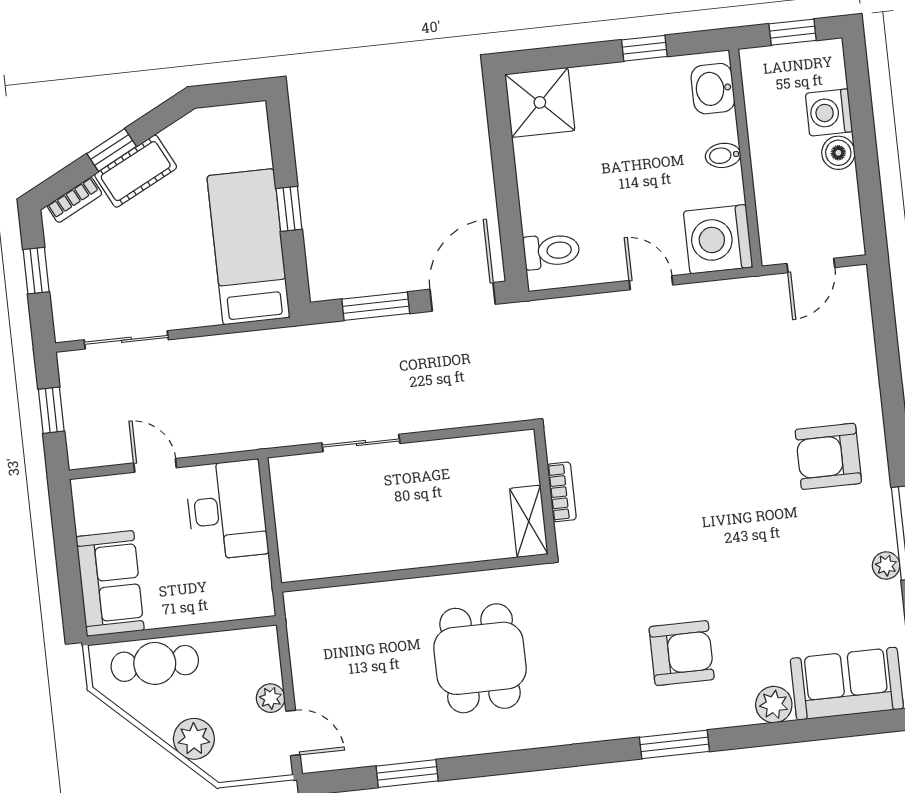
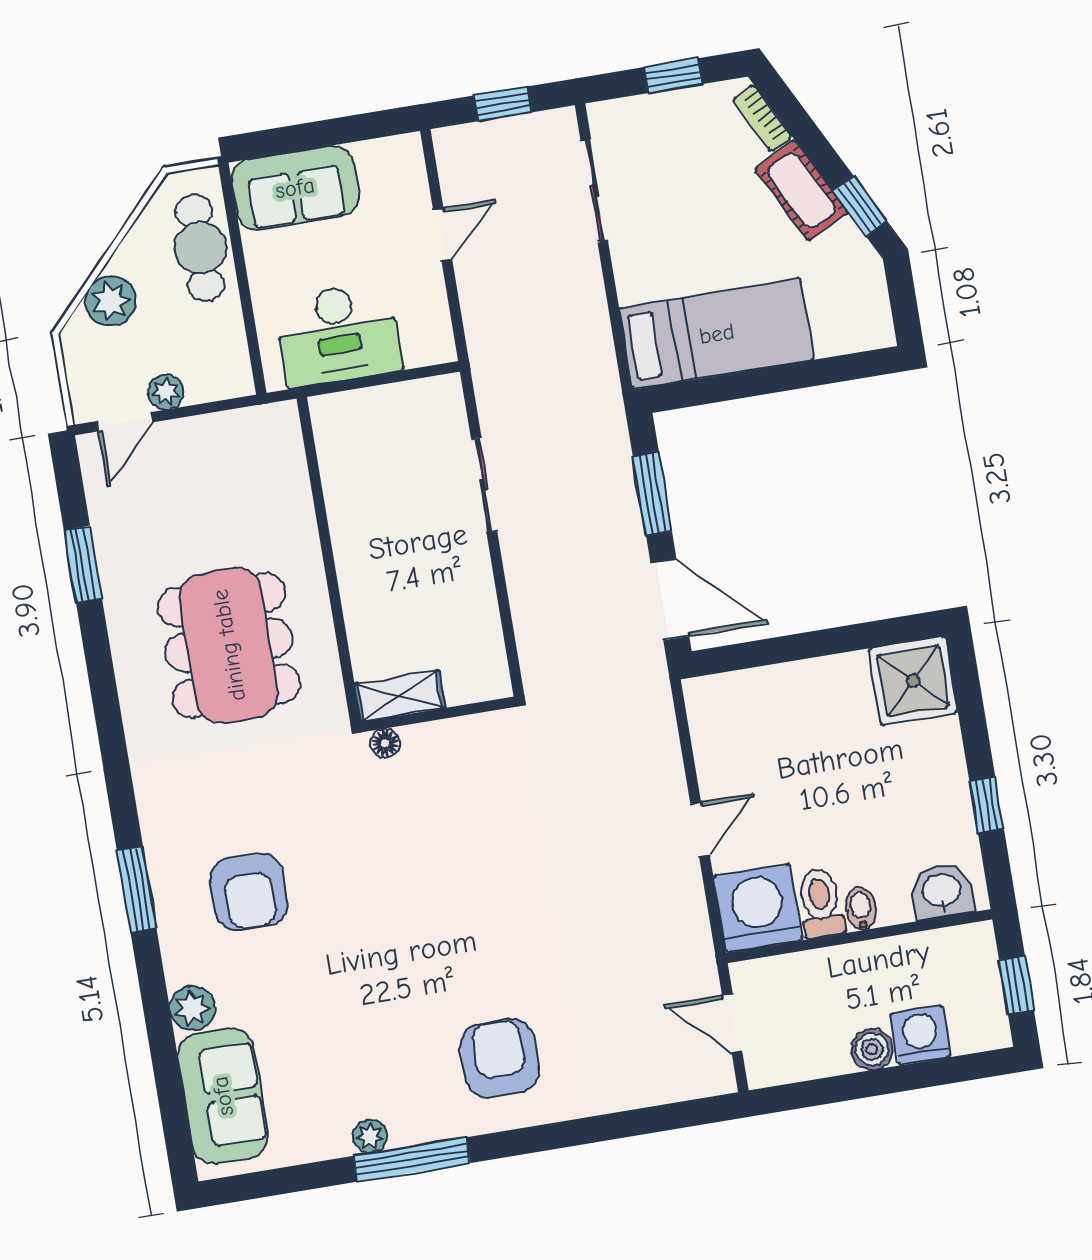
window: (112, 150) -> (860, 206), moved
window: (289, 209) -> (766, 381), removed
toilet: (552, 251) -> (821, 903), moved, turned 180
bookcase: (562, 492) -> (438, 734), removed
desk: (227, 510) -> (338, 334), moved
floor lamp: (567, 535) -> (385, 743), added
dining table: (480, 658) -> (229, 645), width x1.38

